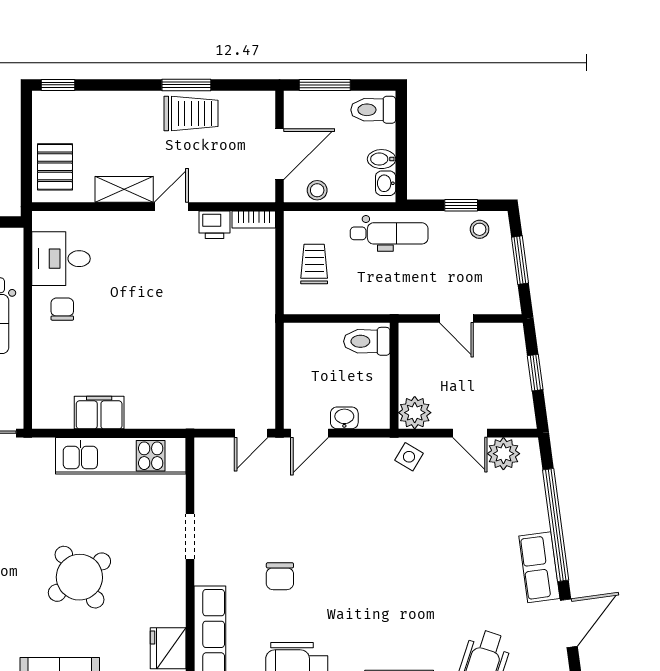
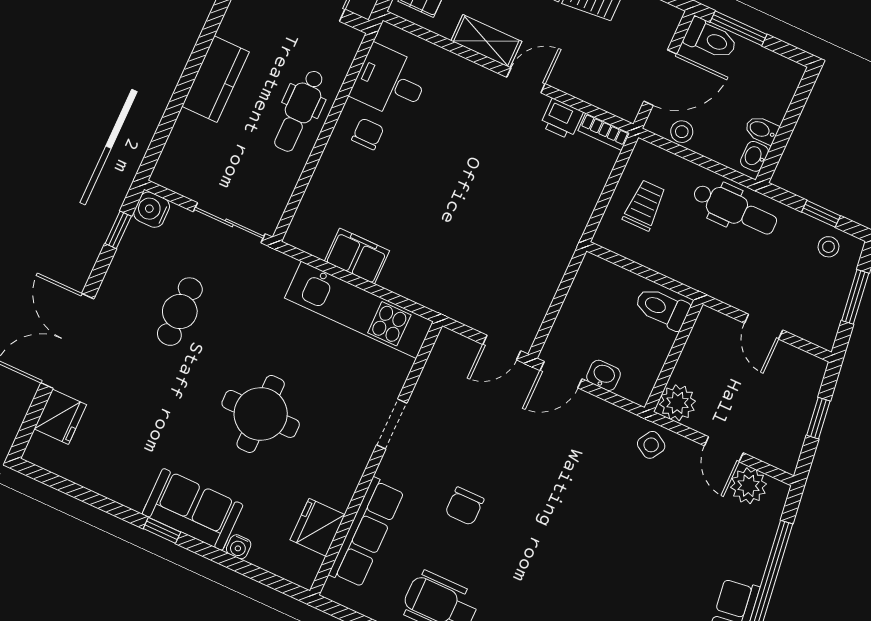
toilet: (373, 110) -> (711, 39), moved, turned 180
round table: (79, 577) -> (261, 414), turned 35

